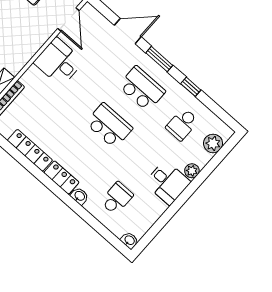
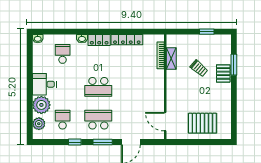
desk: (59, 62) -> (151, 96), removed
school desk: (142, 89) -> (98, 120), turned 180
plant: (192, 171) -> (41, 105), width x1.88, depth x1.88
school desk: (117, 198) -> (63, 54), turned 180

